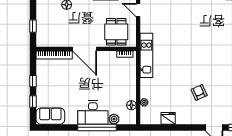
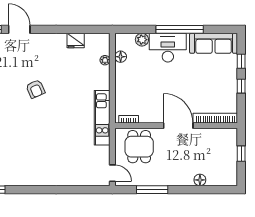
armchair: (199, 92) -> (35, 89), moved
sofa: (50, 116) -> (214, 43), width x1.36
window: (97, 127) -> (180, 29), moved

